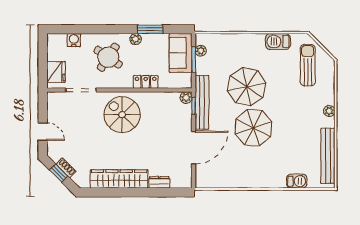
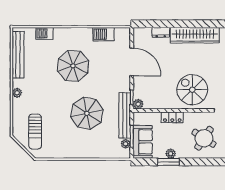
plant: (135, 39) -> (171, 154), moved
barbecue: (278, 41) -> (103, 34), moved, turned 180
bench: (202, 102) -> (125, 115), moved
spiral stairs: (122, 115) -> (192, 90), turned 180
parasol: (253, 128) -> (73, 66), moved
door: (194, 148) -> (132, 62), swing flipped

